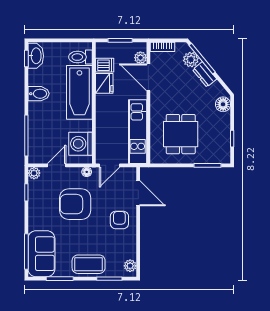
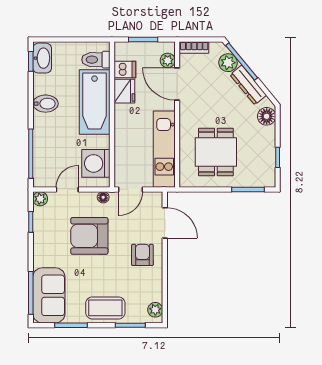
dresser: (205, 74) -> (248, 85), width x1.44

